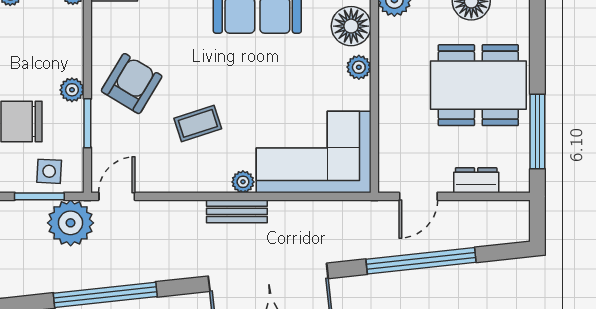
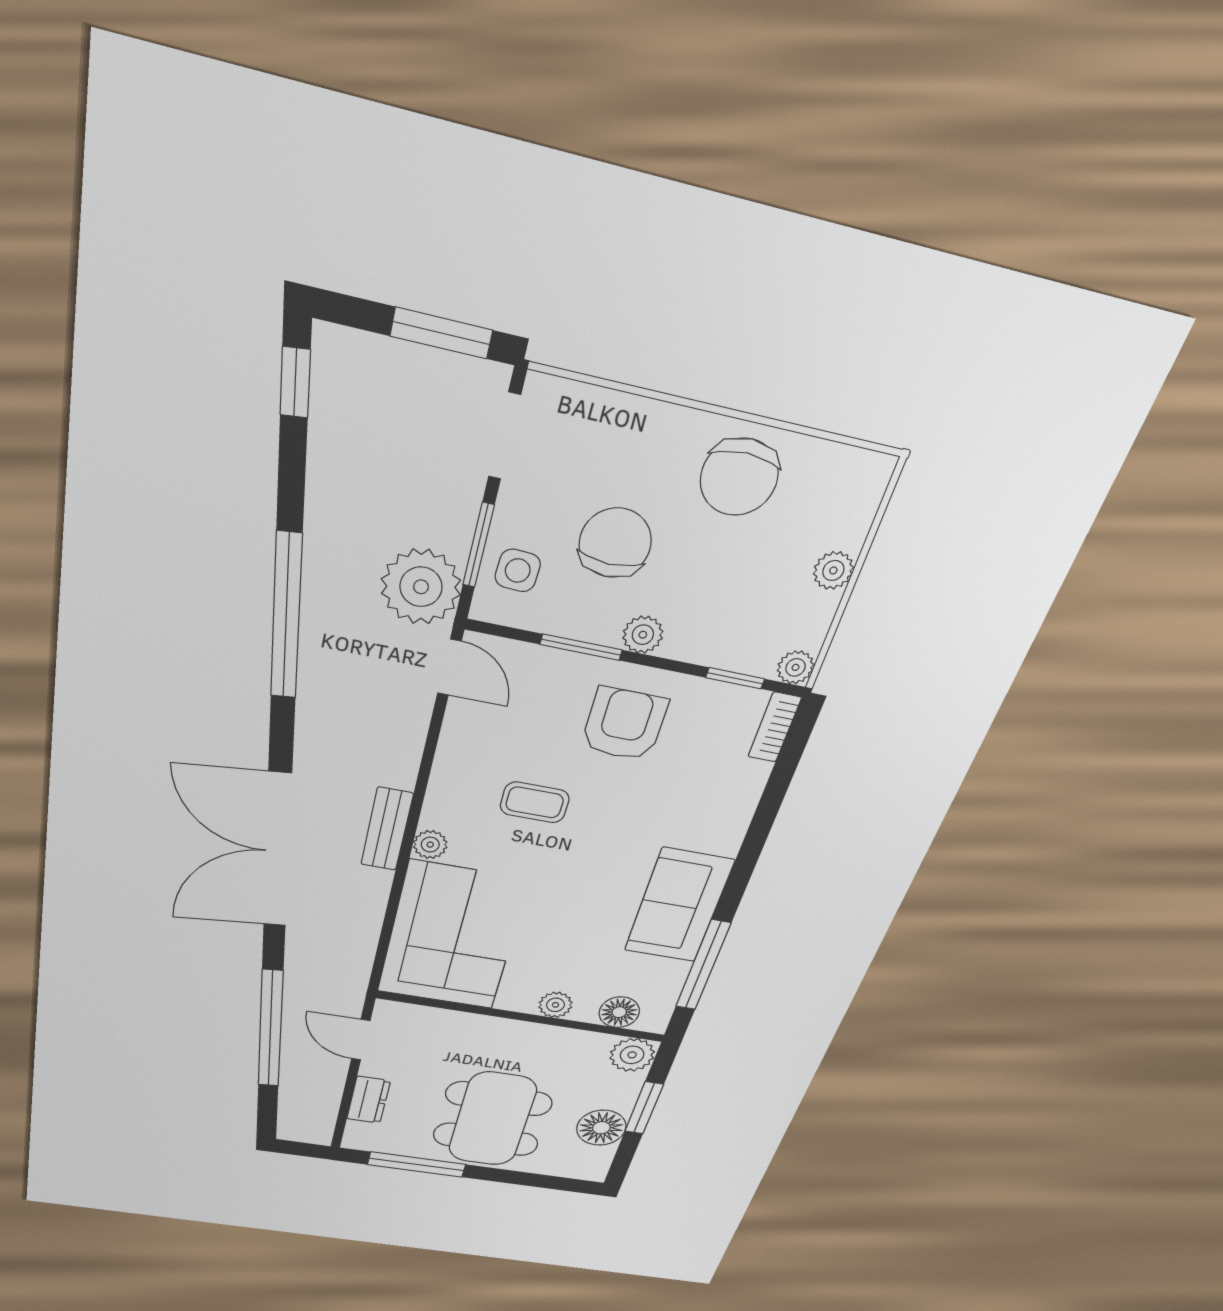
floor lamp: (351, 26) -> (619, 1012), width x0.73, depth x0.73
window: (87, 27) -> (735, 678), added
armchair: (132, 84) -> (624, 724), turned -121
coffee table: (198, 123) -> (535, 802), turned -72

